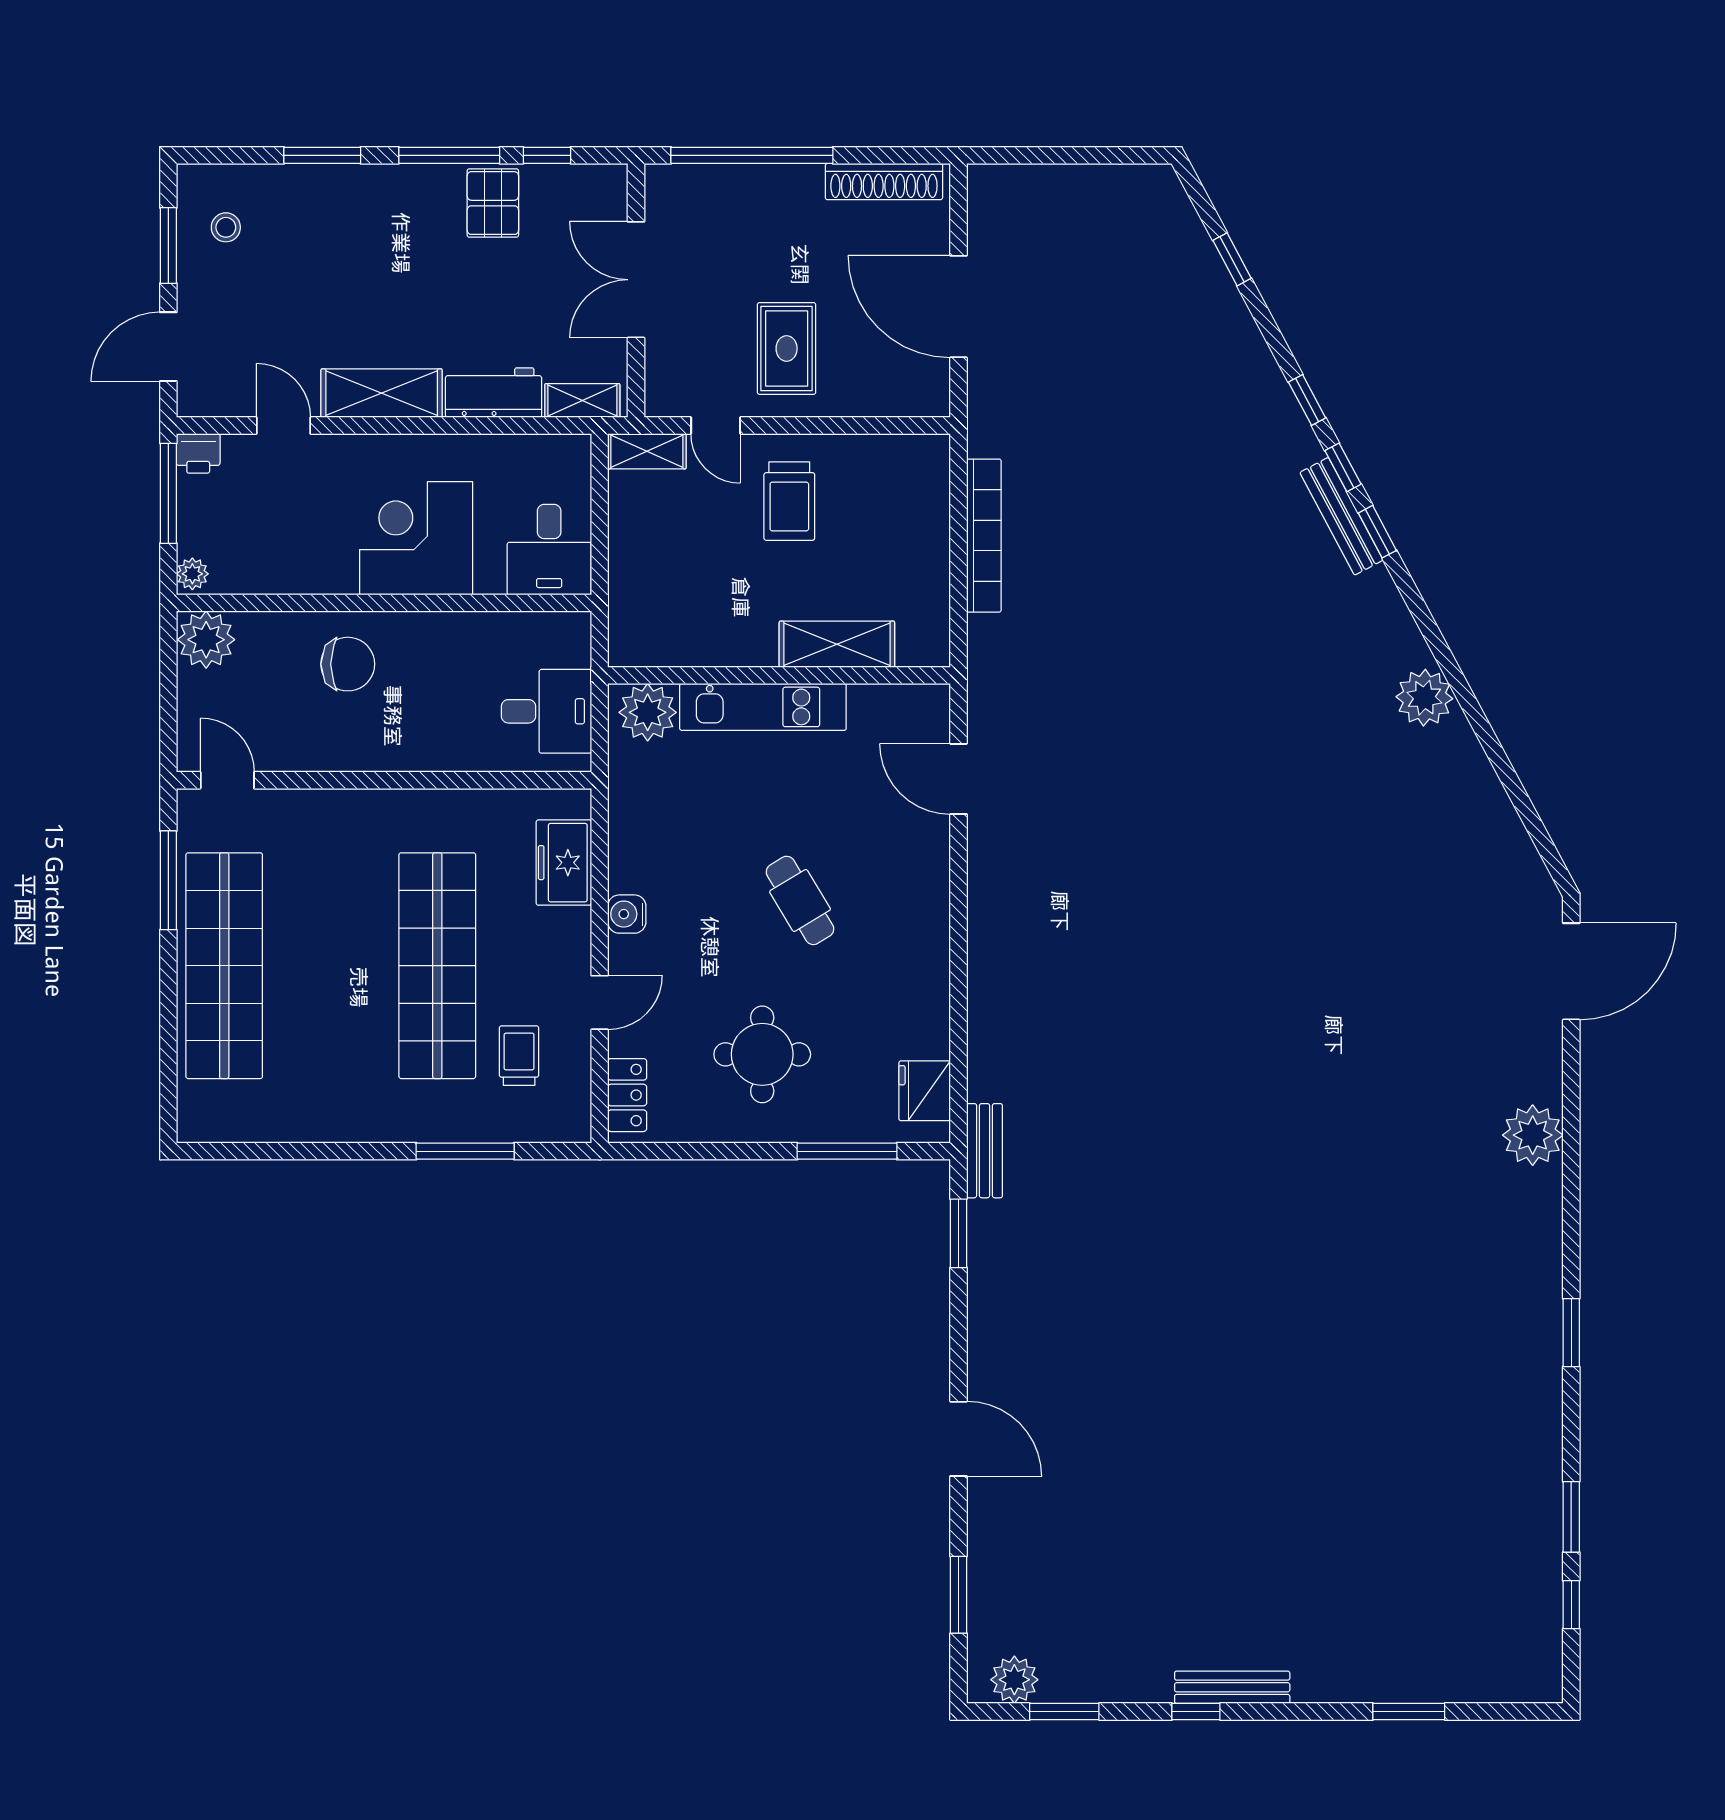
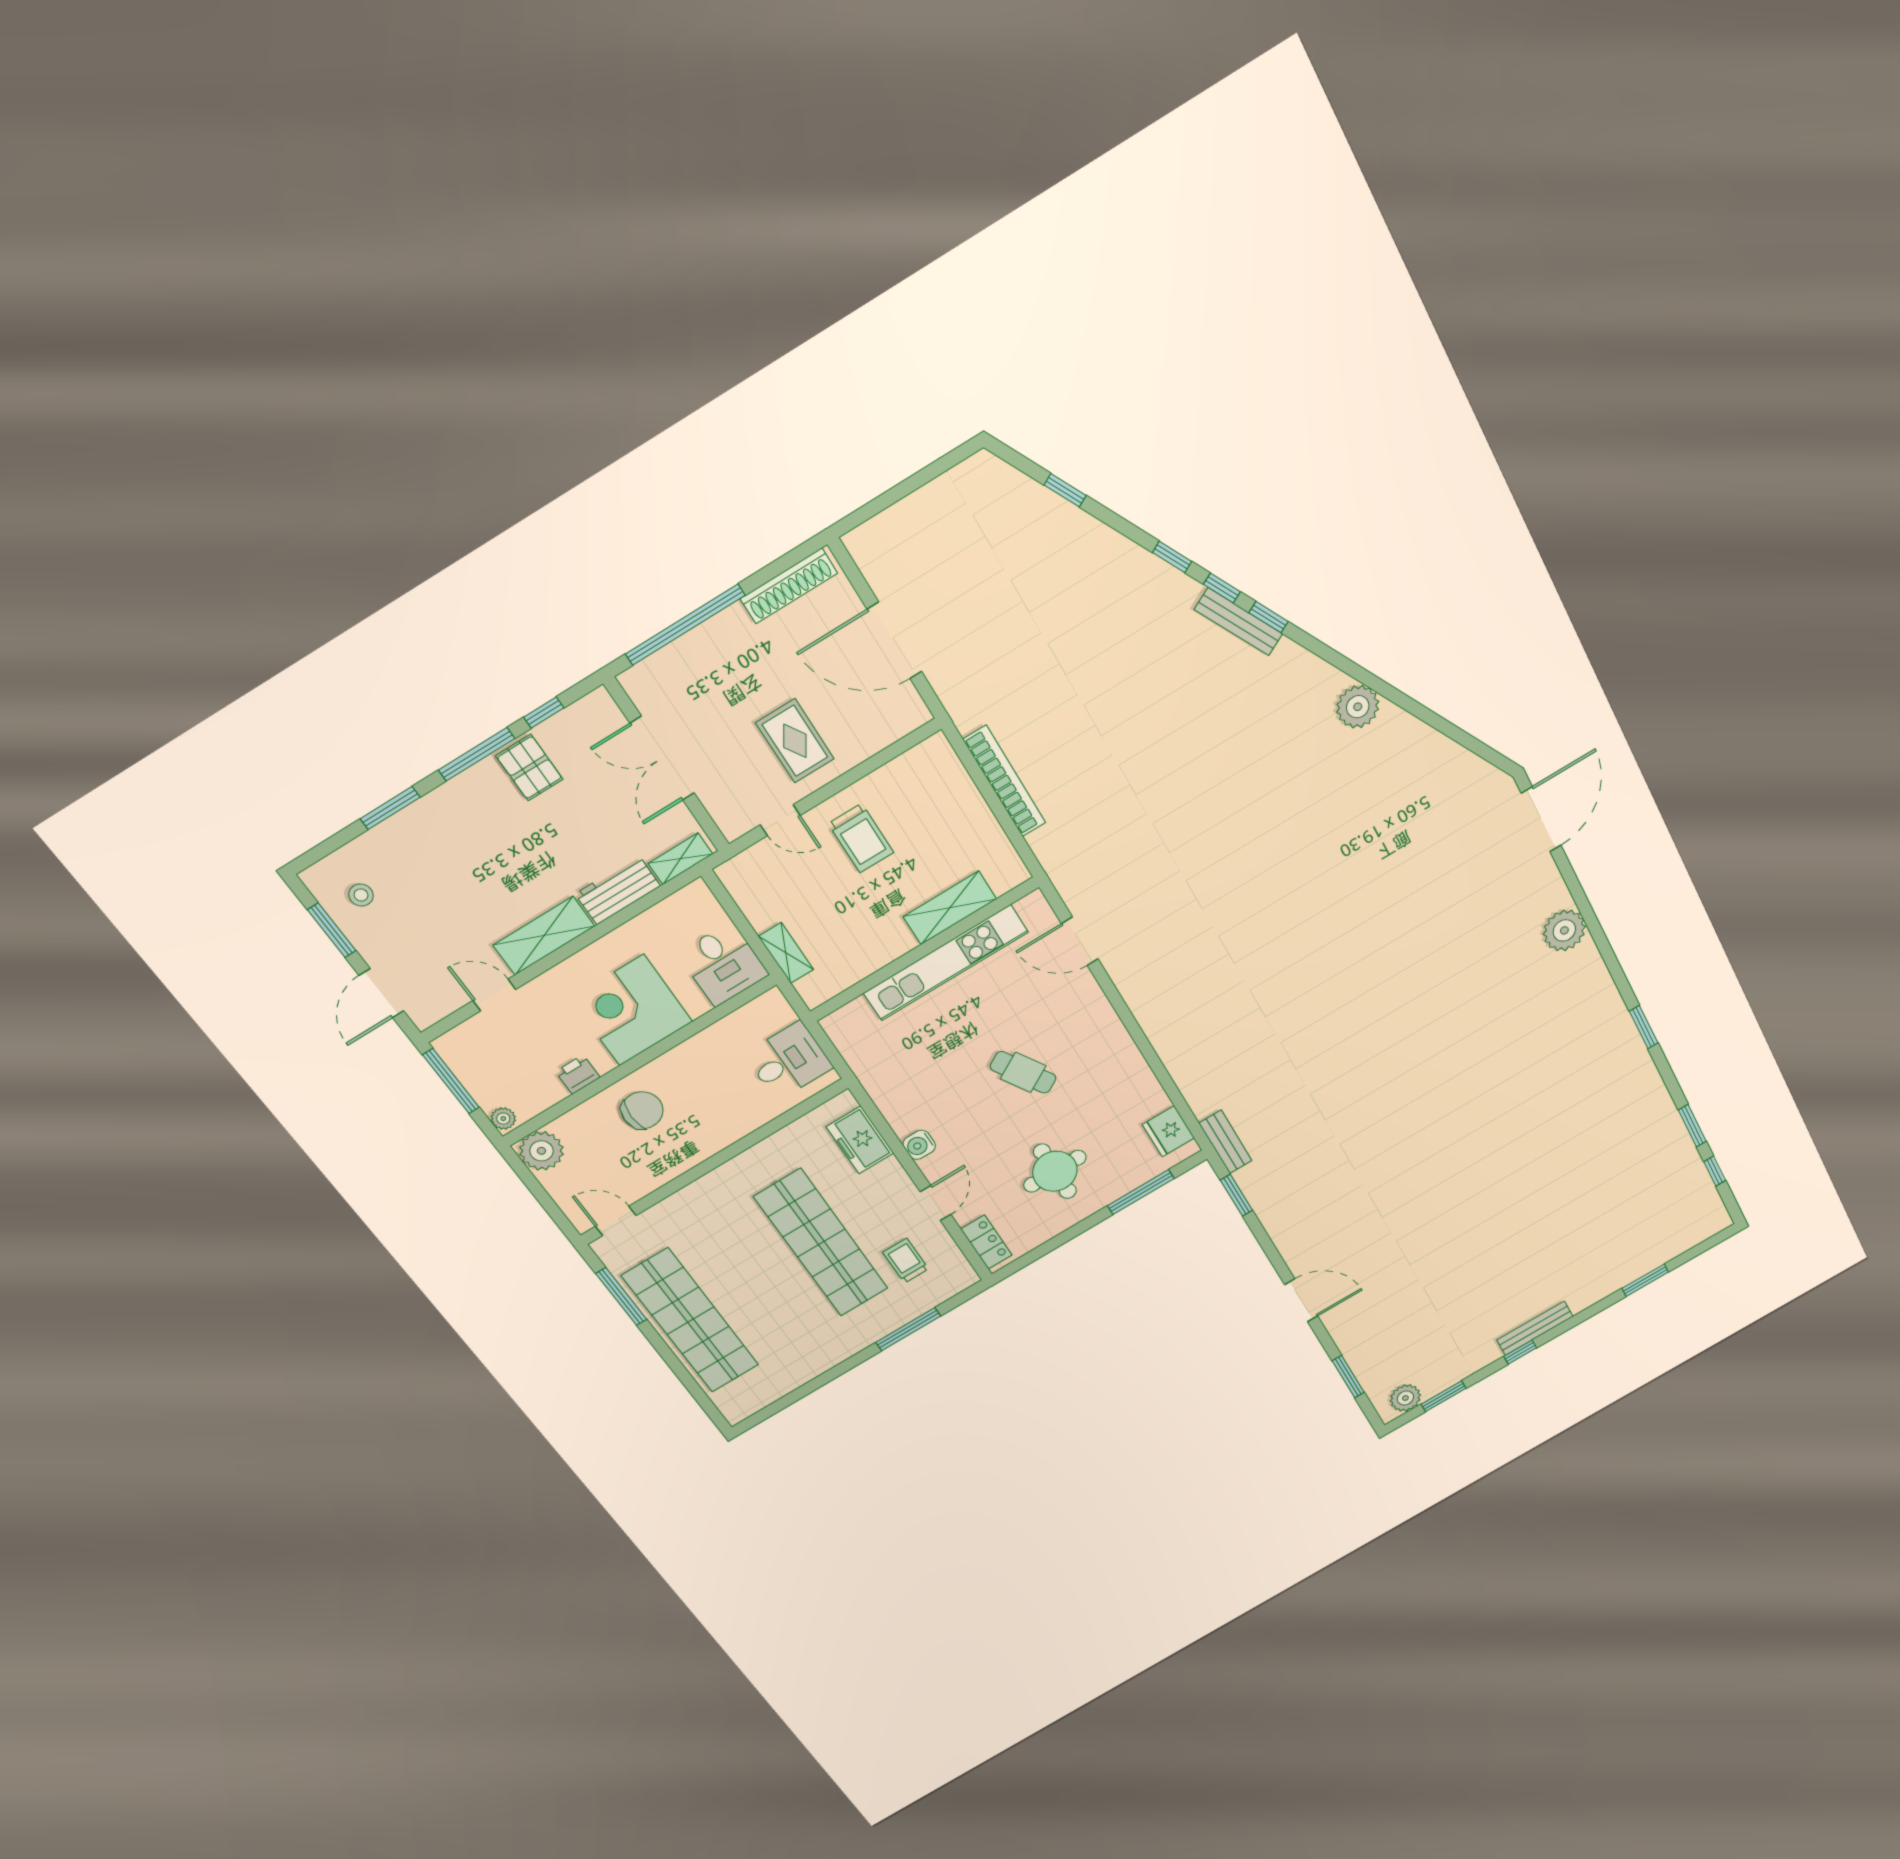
shelving: (647, 451) -> (786, 953), moved, turned 90
printer: (198, 453) -> (578, 1074), moved, turned 180
kitchen unit: (763, 707) -> (946, 963), width x1.36
plant: (648, 712) -> (854, 1022), removed

